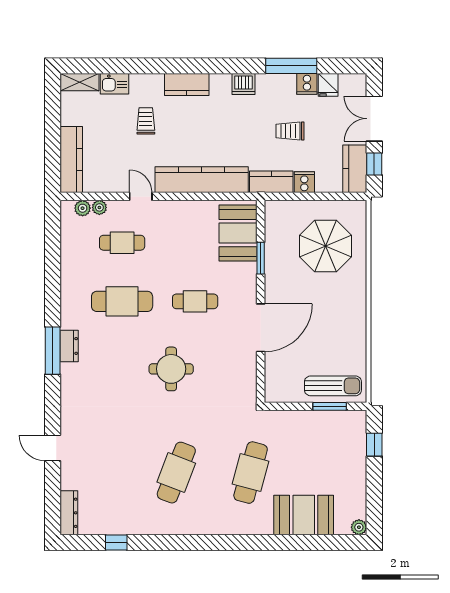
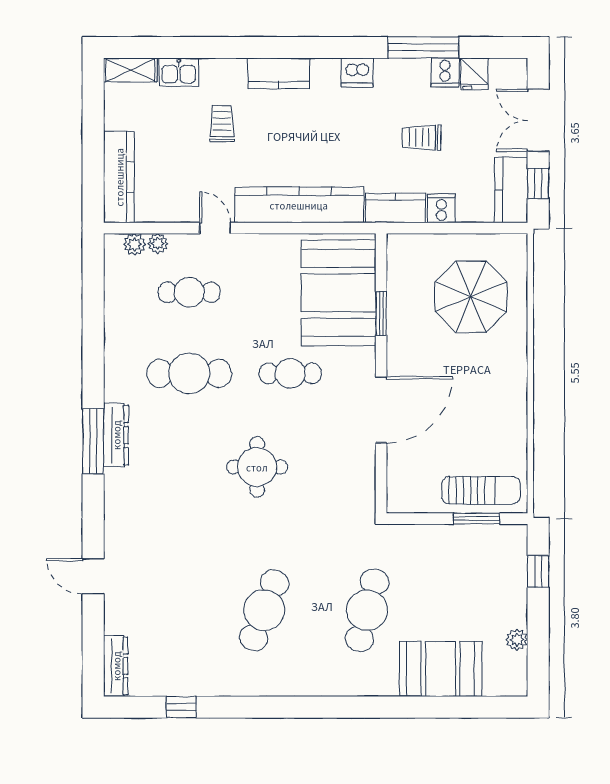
booth: (238, 233) -> (339, 293), width x1.36, depth x1.42
dresser: (69, 346) -> (116, 435), width x1.44
plant: (359, 527) -> (517, 640), moved

